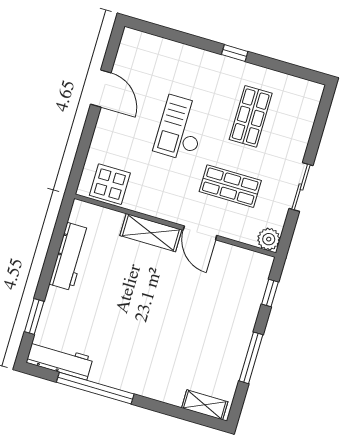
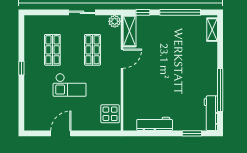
shop shelf: (251, 116) -> (52, 50), turned 90
shelving: (151, 233) -> (129, 31), moved
window: (251, 358) -> (180, 12), width x1.46

